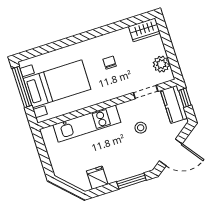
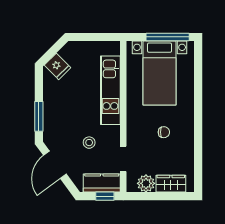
wardrobe: (144, 30) -> (171, 184), moved, turned 90
fridge: (97, 178) -> (58, 66), moved, turned 45

